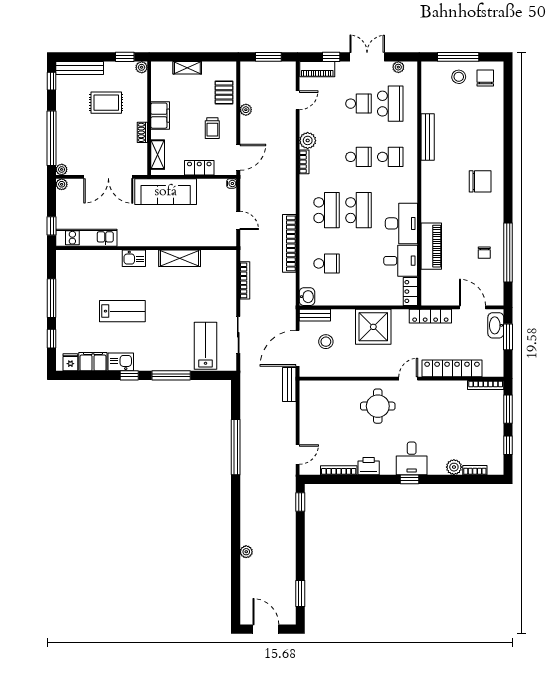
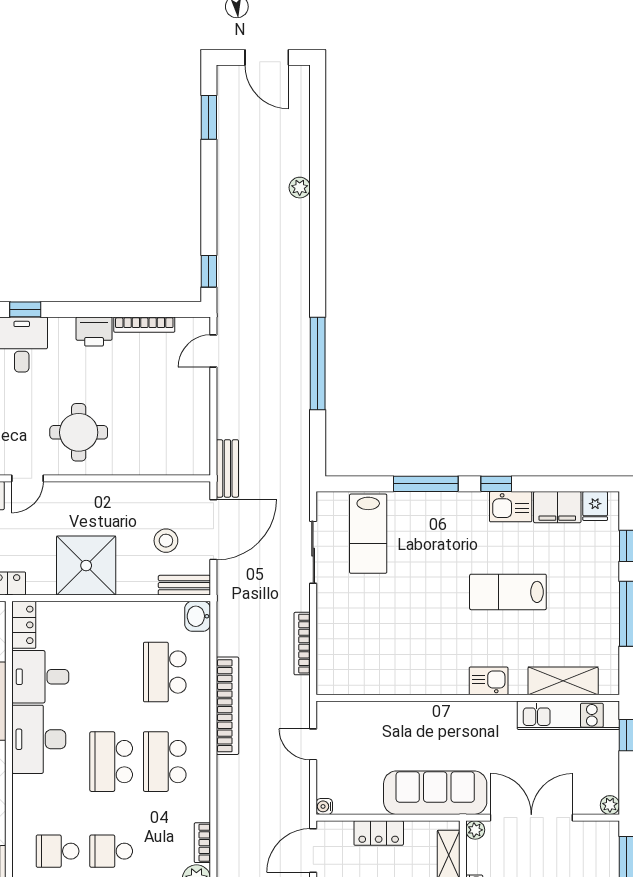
plant: (62, 169) -> (475, 830), moved
shelving: (180, 258) -> (563, 681), moved
school desk: (327, 263) -> (165, 672), width x1.85

